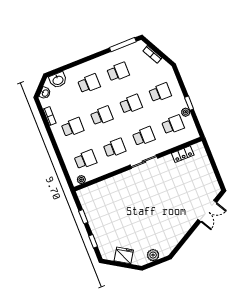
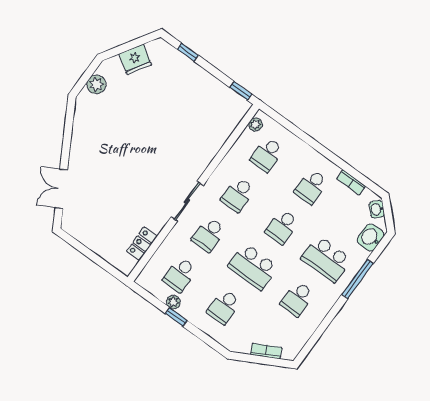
window: (123, 45) -> (358, 279), moved
school desk: (89, 84) -> (326, 259), width x1.85
school desk: (131, 104) -> (253, 267), width x1.85
window: (83, 217) -> (241, 91), moved

